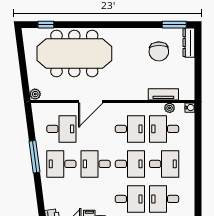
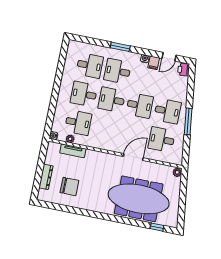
window: (174, 25) -> (53, 206), removed
dresser: (189, 43) -> (46, 177), moved
chair: (159, 51) -> (69, 187), turned 91
desk: (130, 129) -> (106, 128), removed

